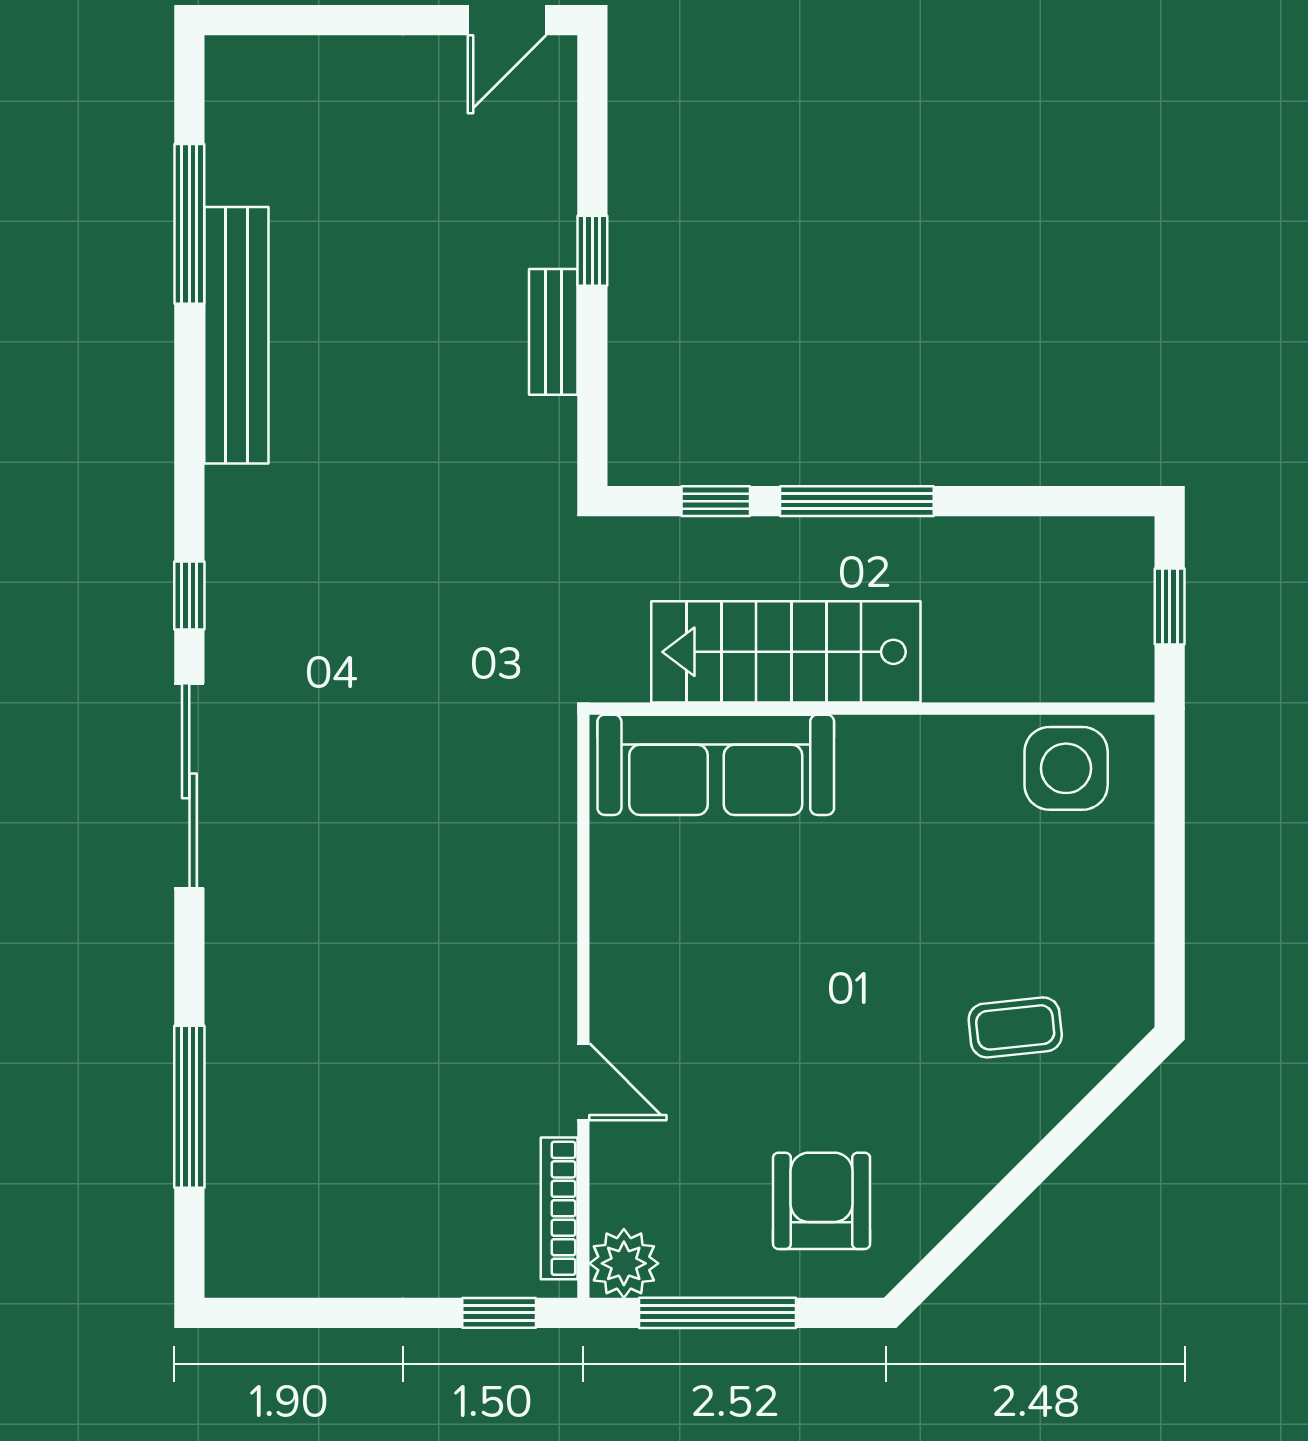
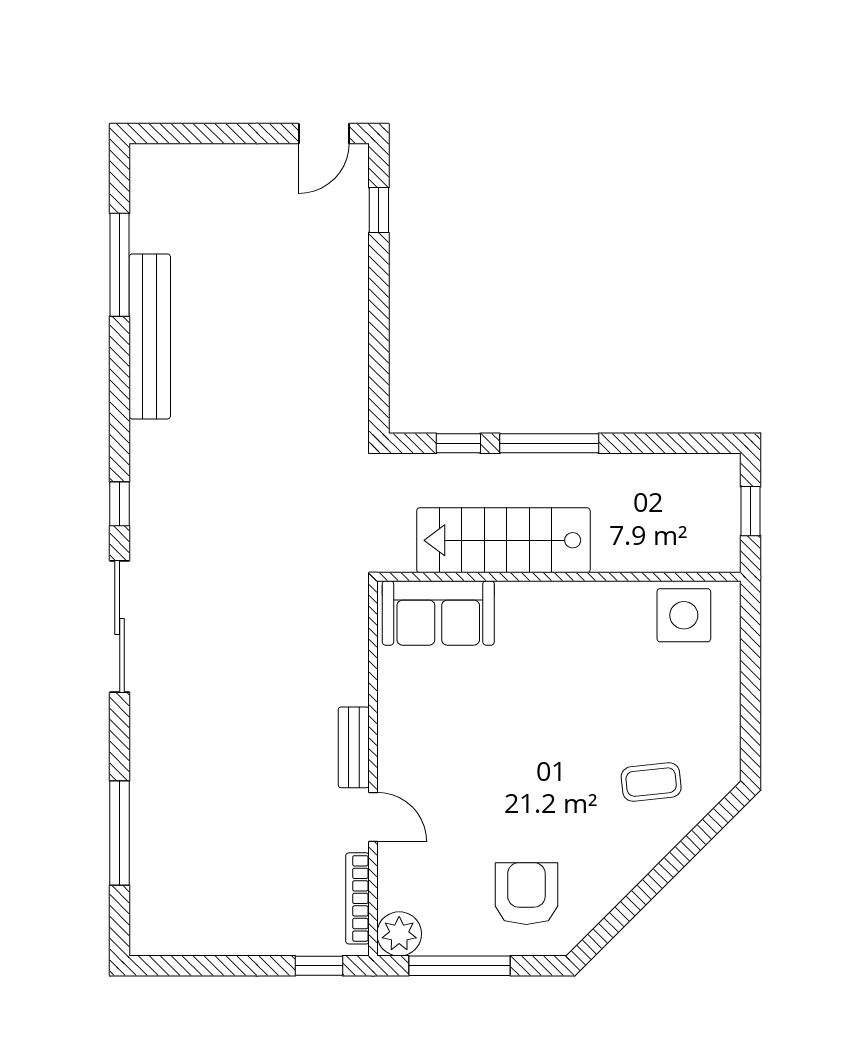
window: (592, 251) -> (379, 210), moved
bench: (553, 332) -> (354, 747), moved
sofa: (716, 765) -> (438, 613), width x0.73

